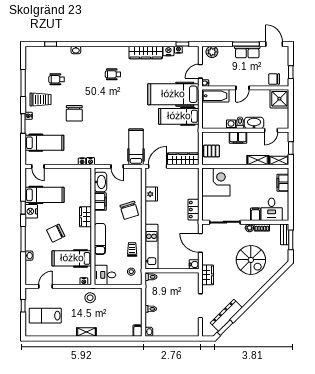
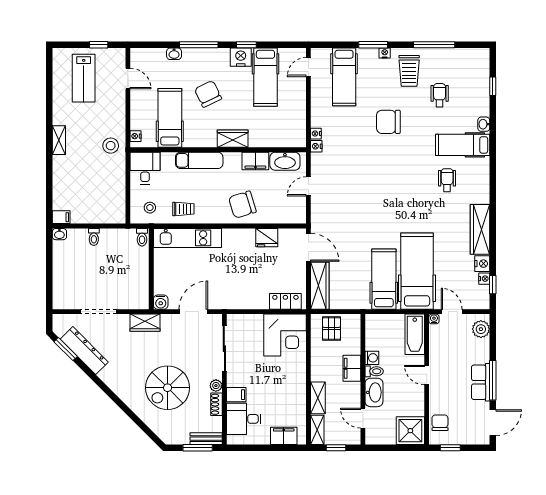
hospital bed: (136, 147) -> (463, 145), moved, turned 180
locker: (193, 210) -> (285, 301), moved
lab bench: (45, 316) -> (84, 78), turned 180

